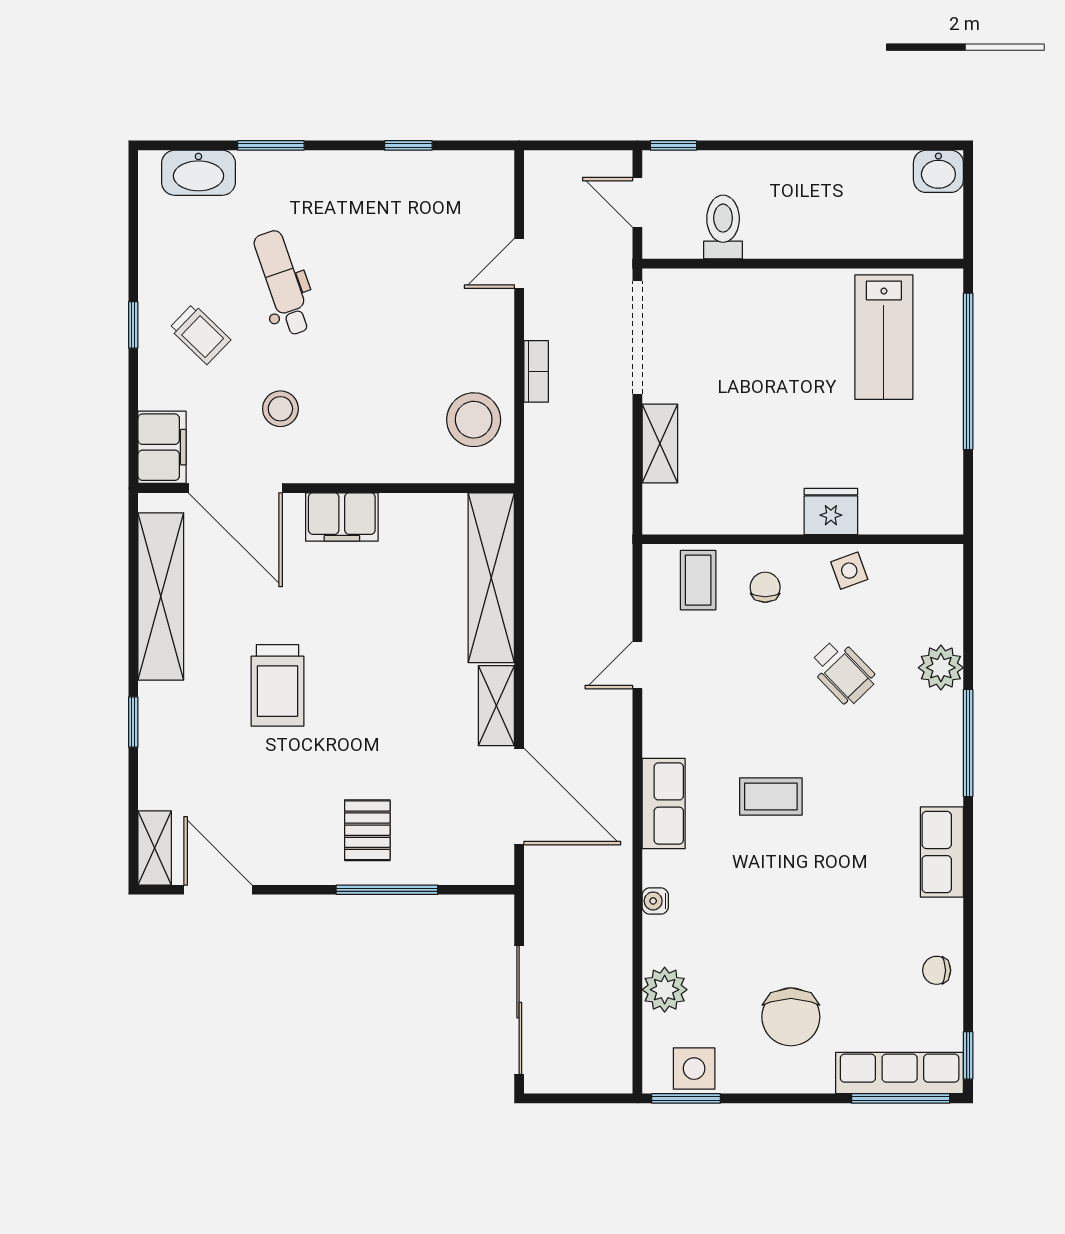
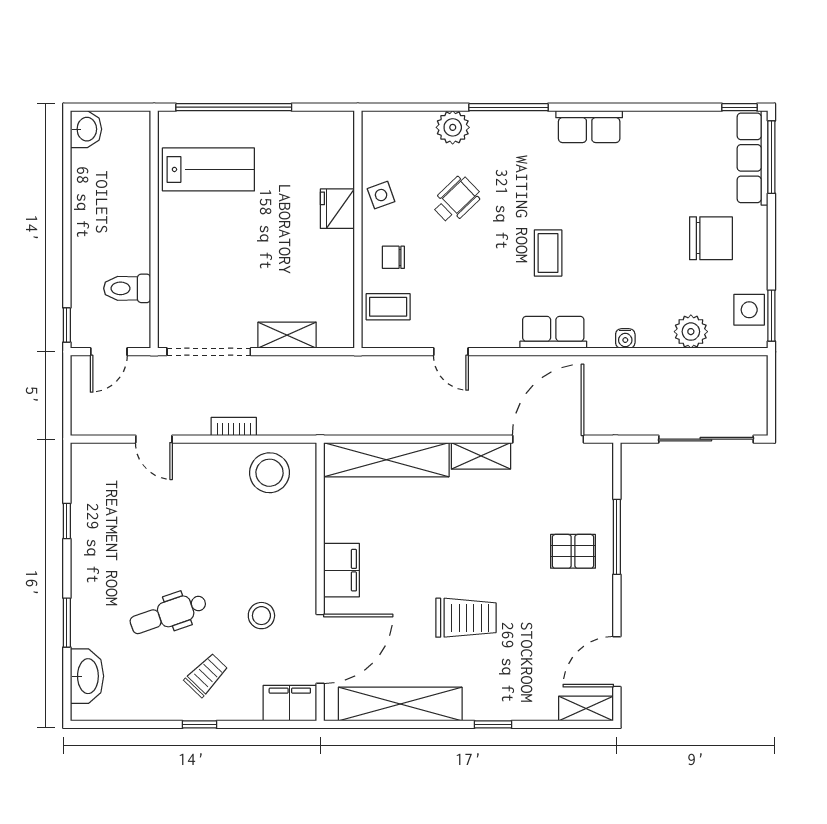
chair: (937, 970) -> (677, 130), removed

